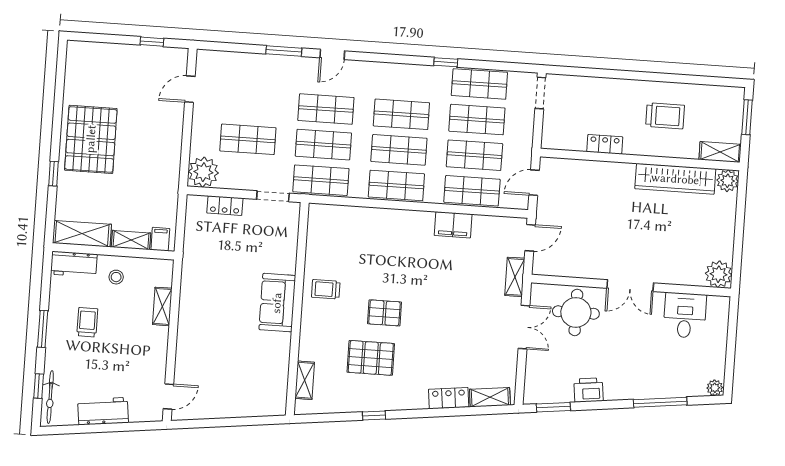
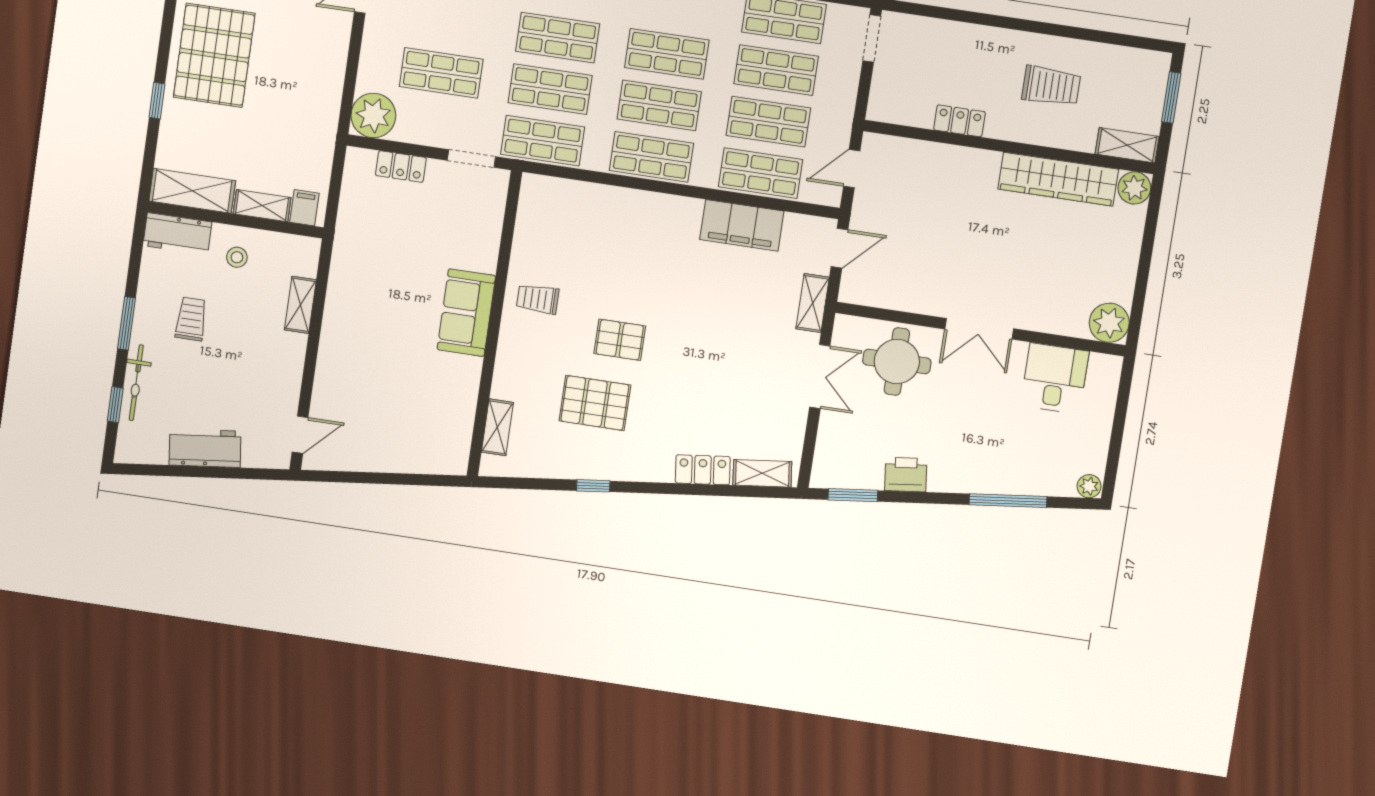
filing cabinet: (453, 225) -> (742, 225), width x1.50, depth x1.17
bicycle: (50, 397) -> (136, 383), moved

